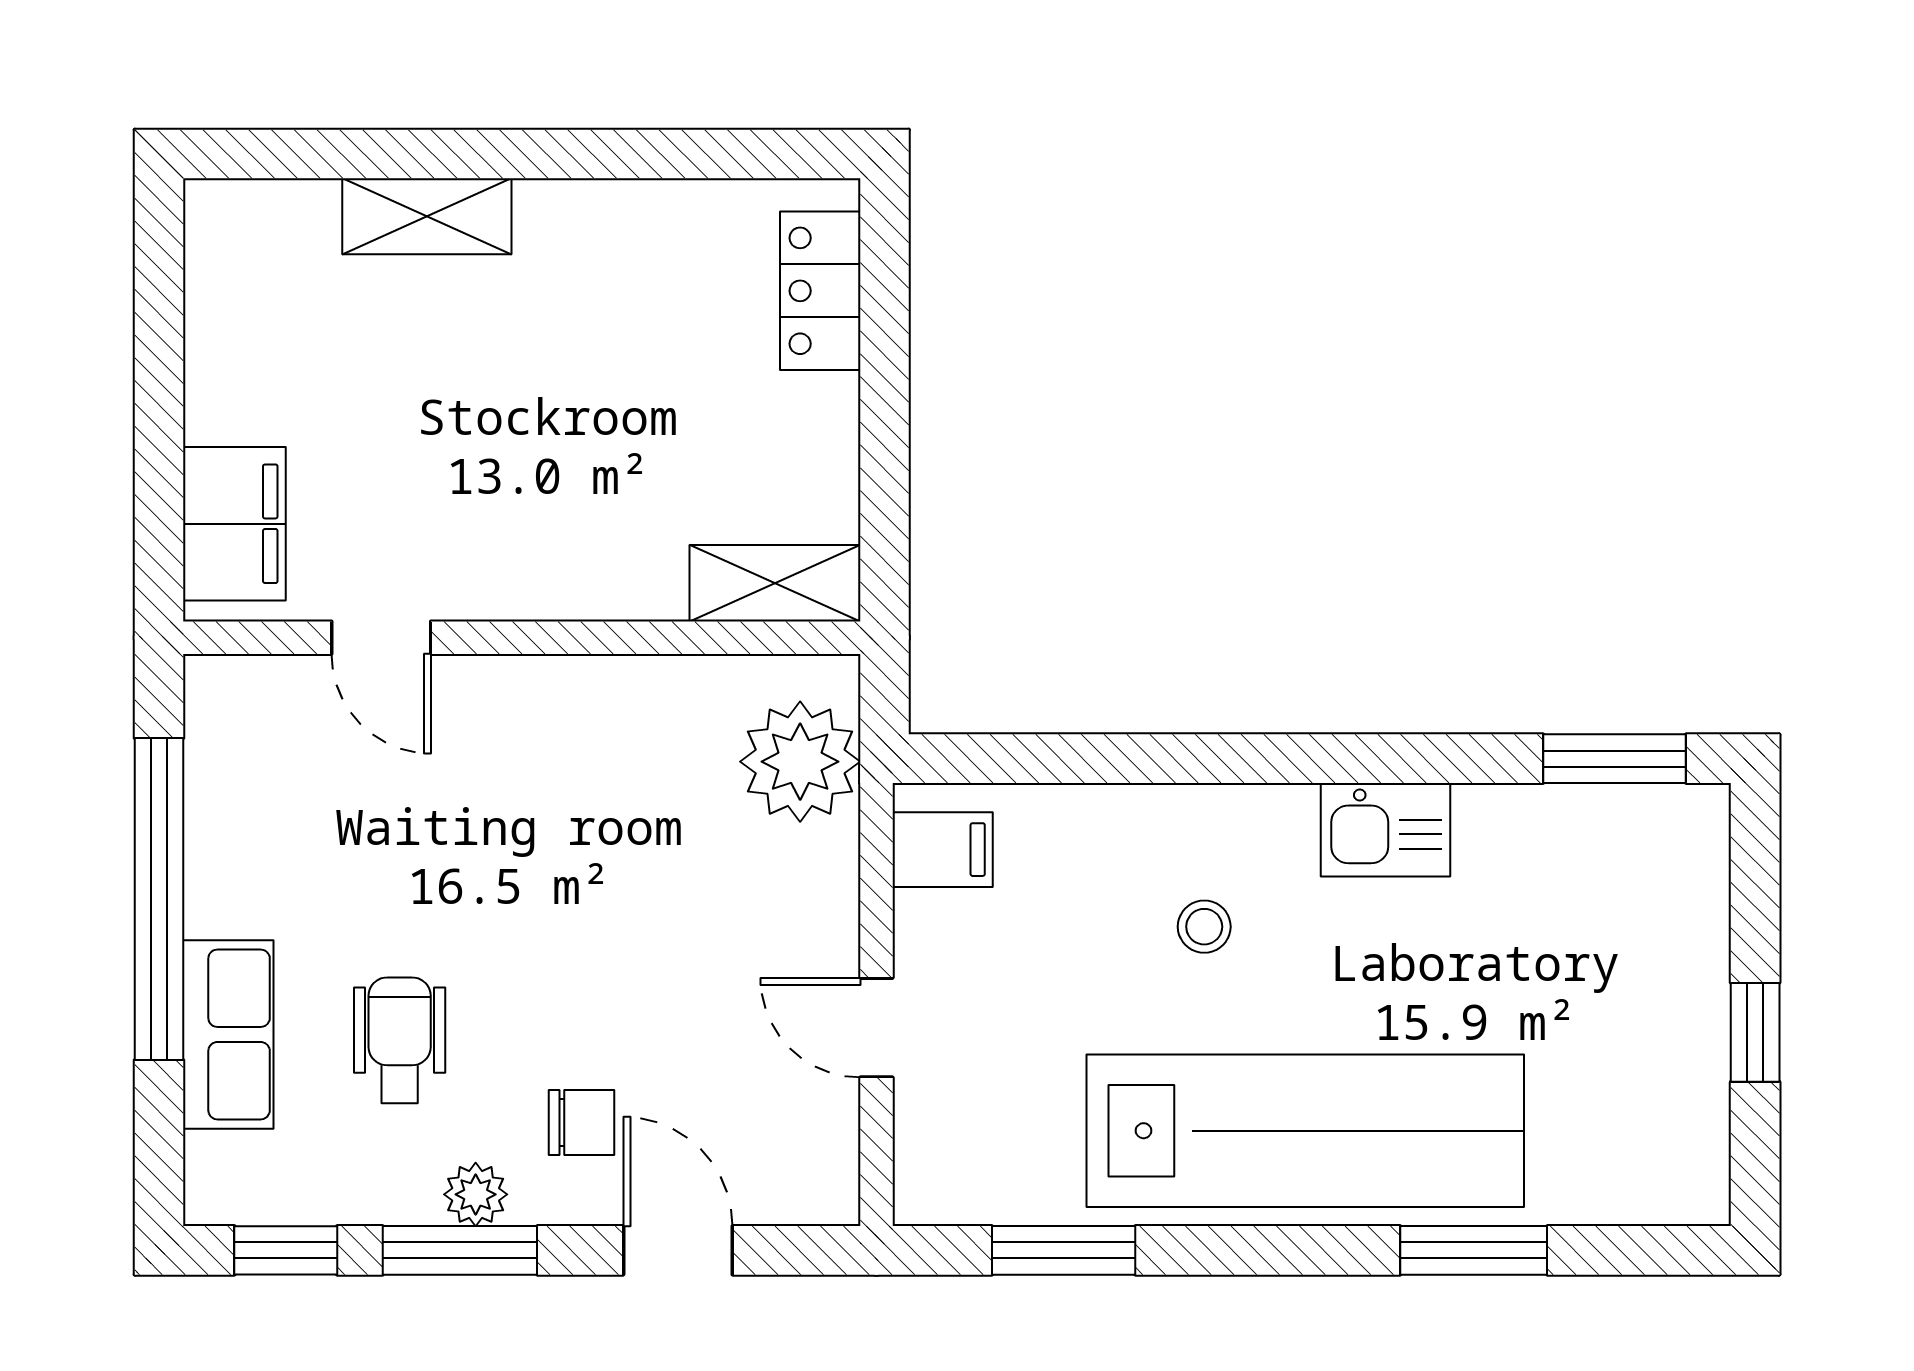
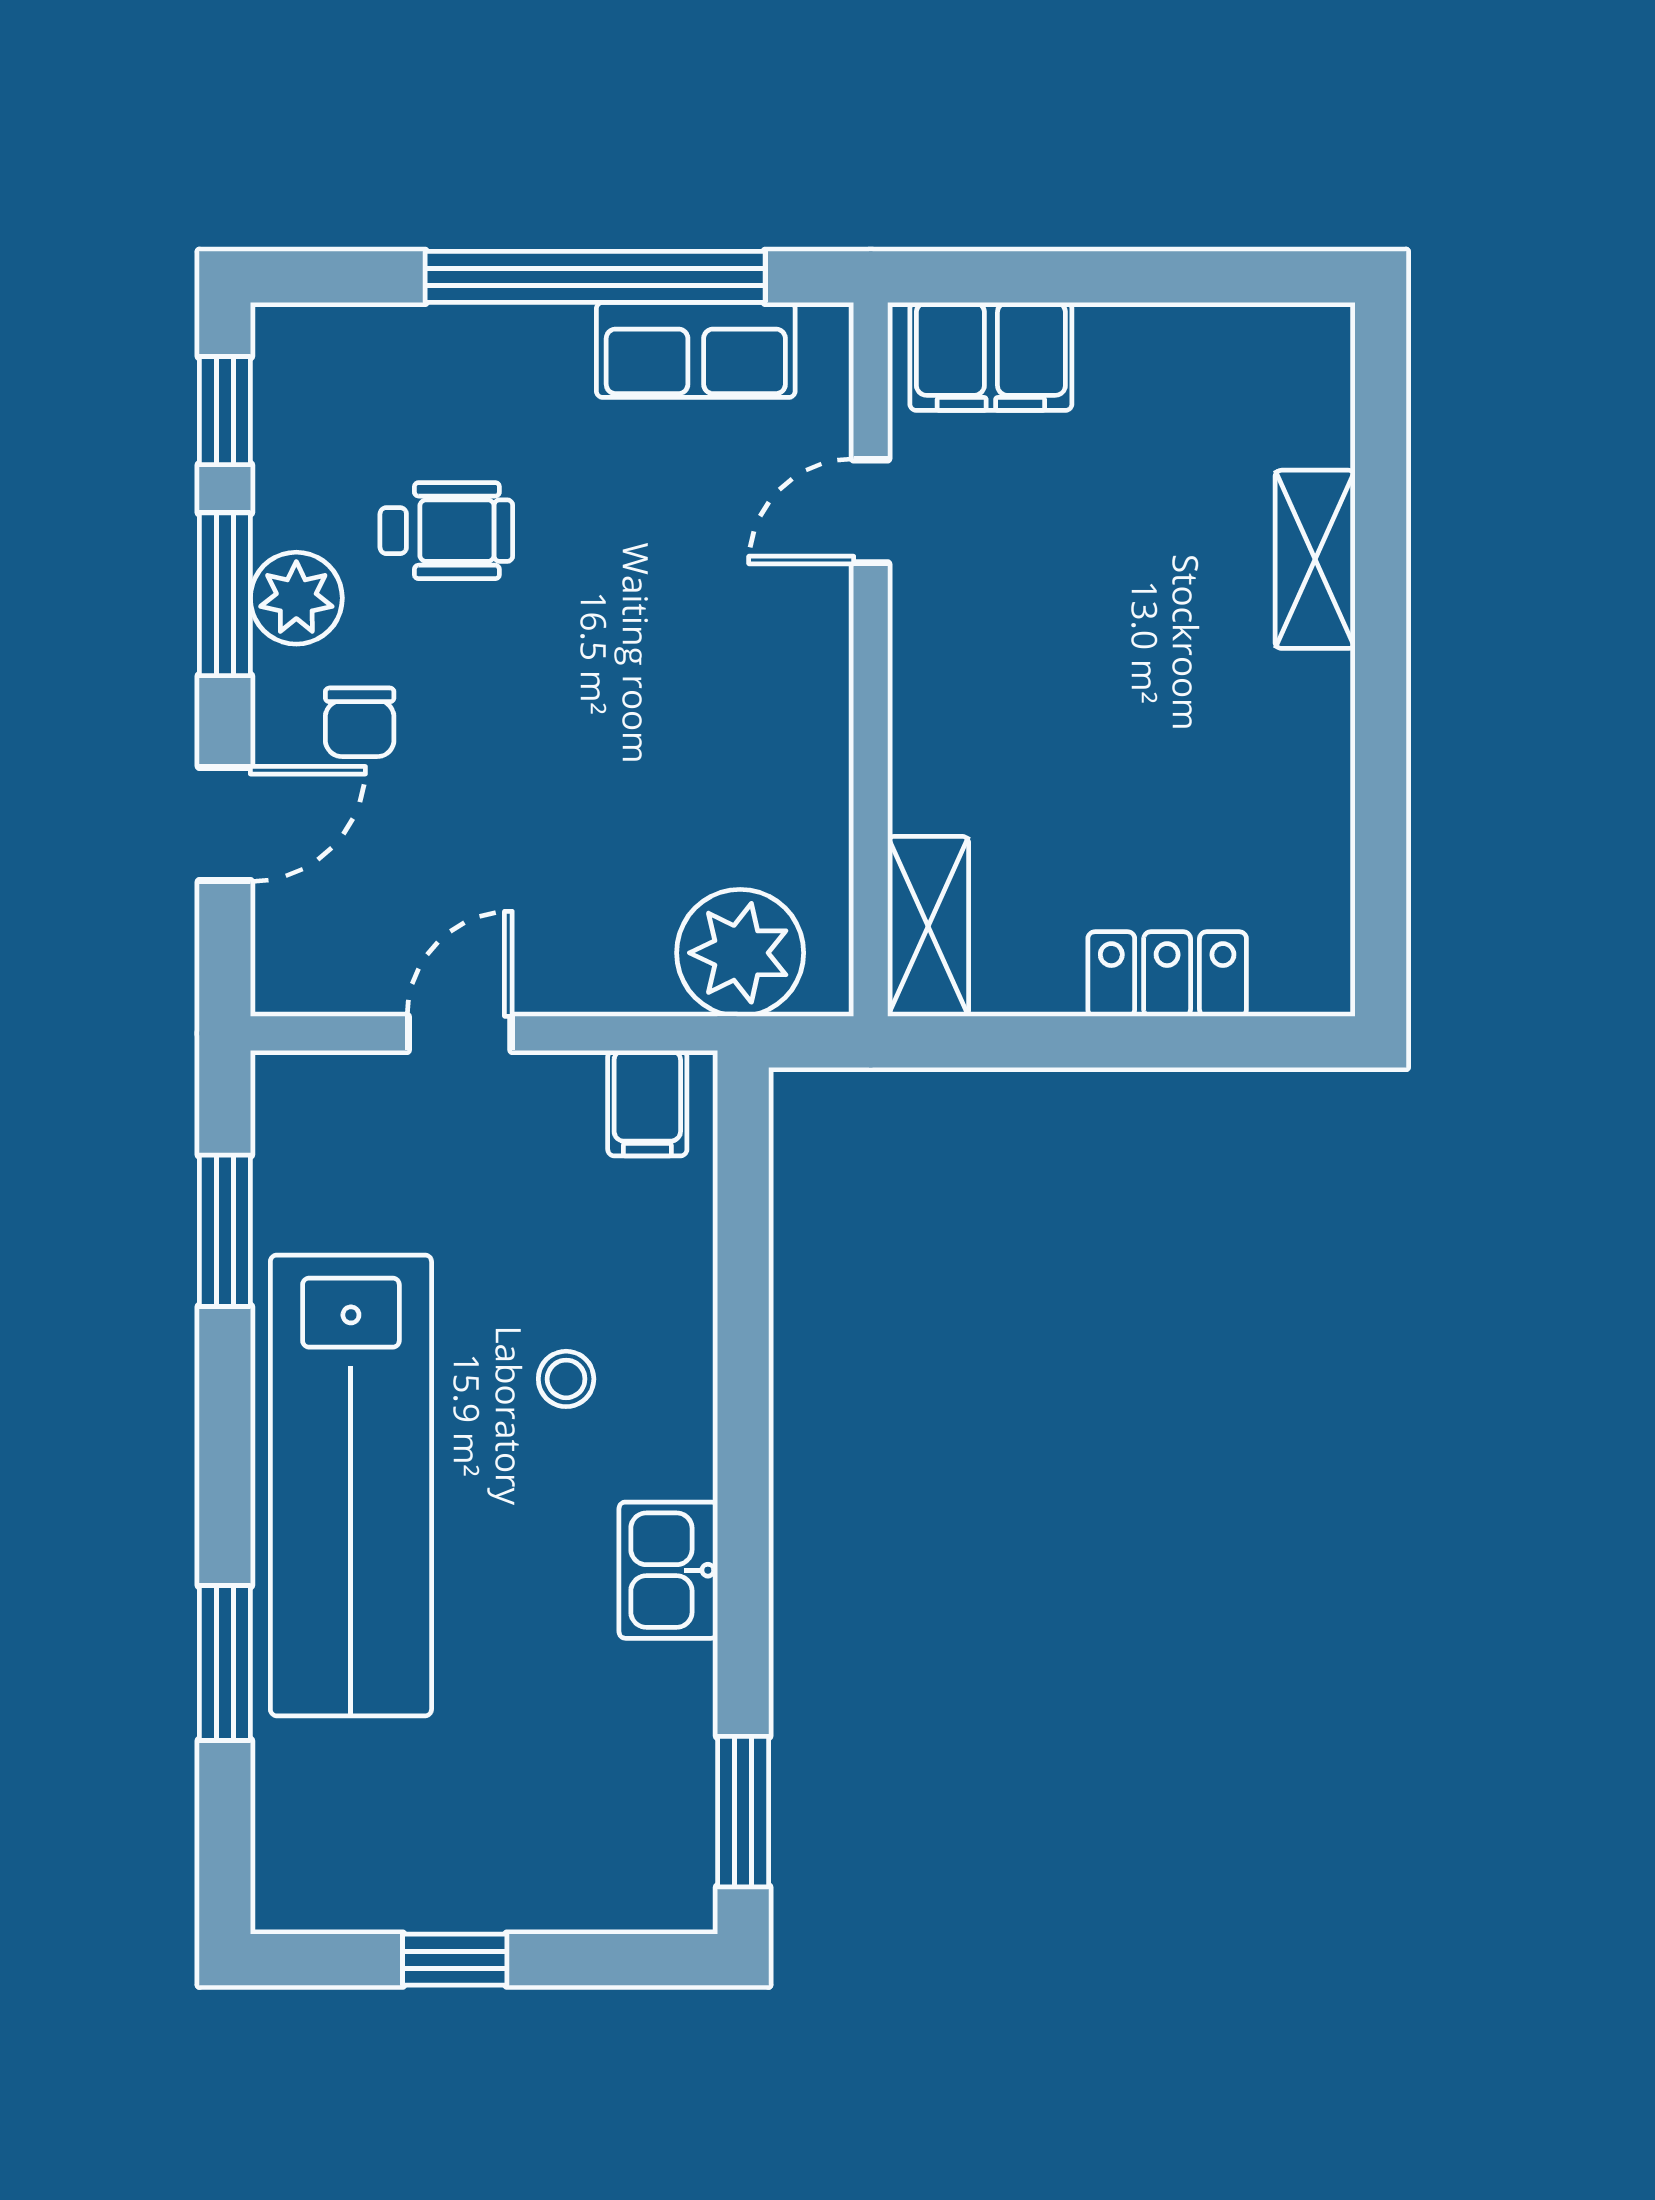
locker: (820, 291) -> (1167, 974), moved
row of seats: (228, 1034) -> (696, 350), moved
plant: (476, 1194) -> (296, 598), width x1.38, depth x1.38

